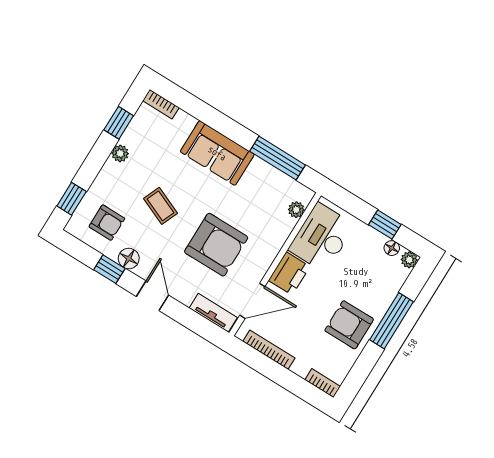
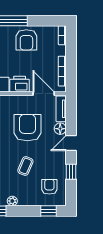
floor lamp: (129, 259) -> (60, 129), moved

